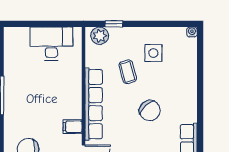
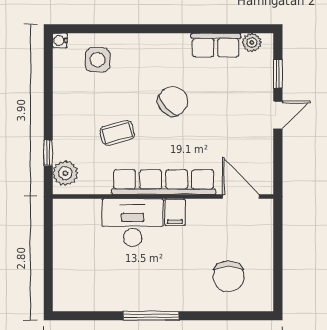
desk: (51, 44) -> (133, 223), moved, turned 90
side table: (153, 53) -> (98, 60), moved
filing cabinet: (73, 127) -> (175, 212), moved

